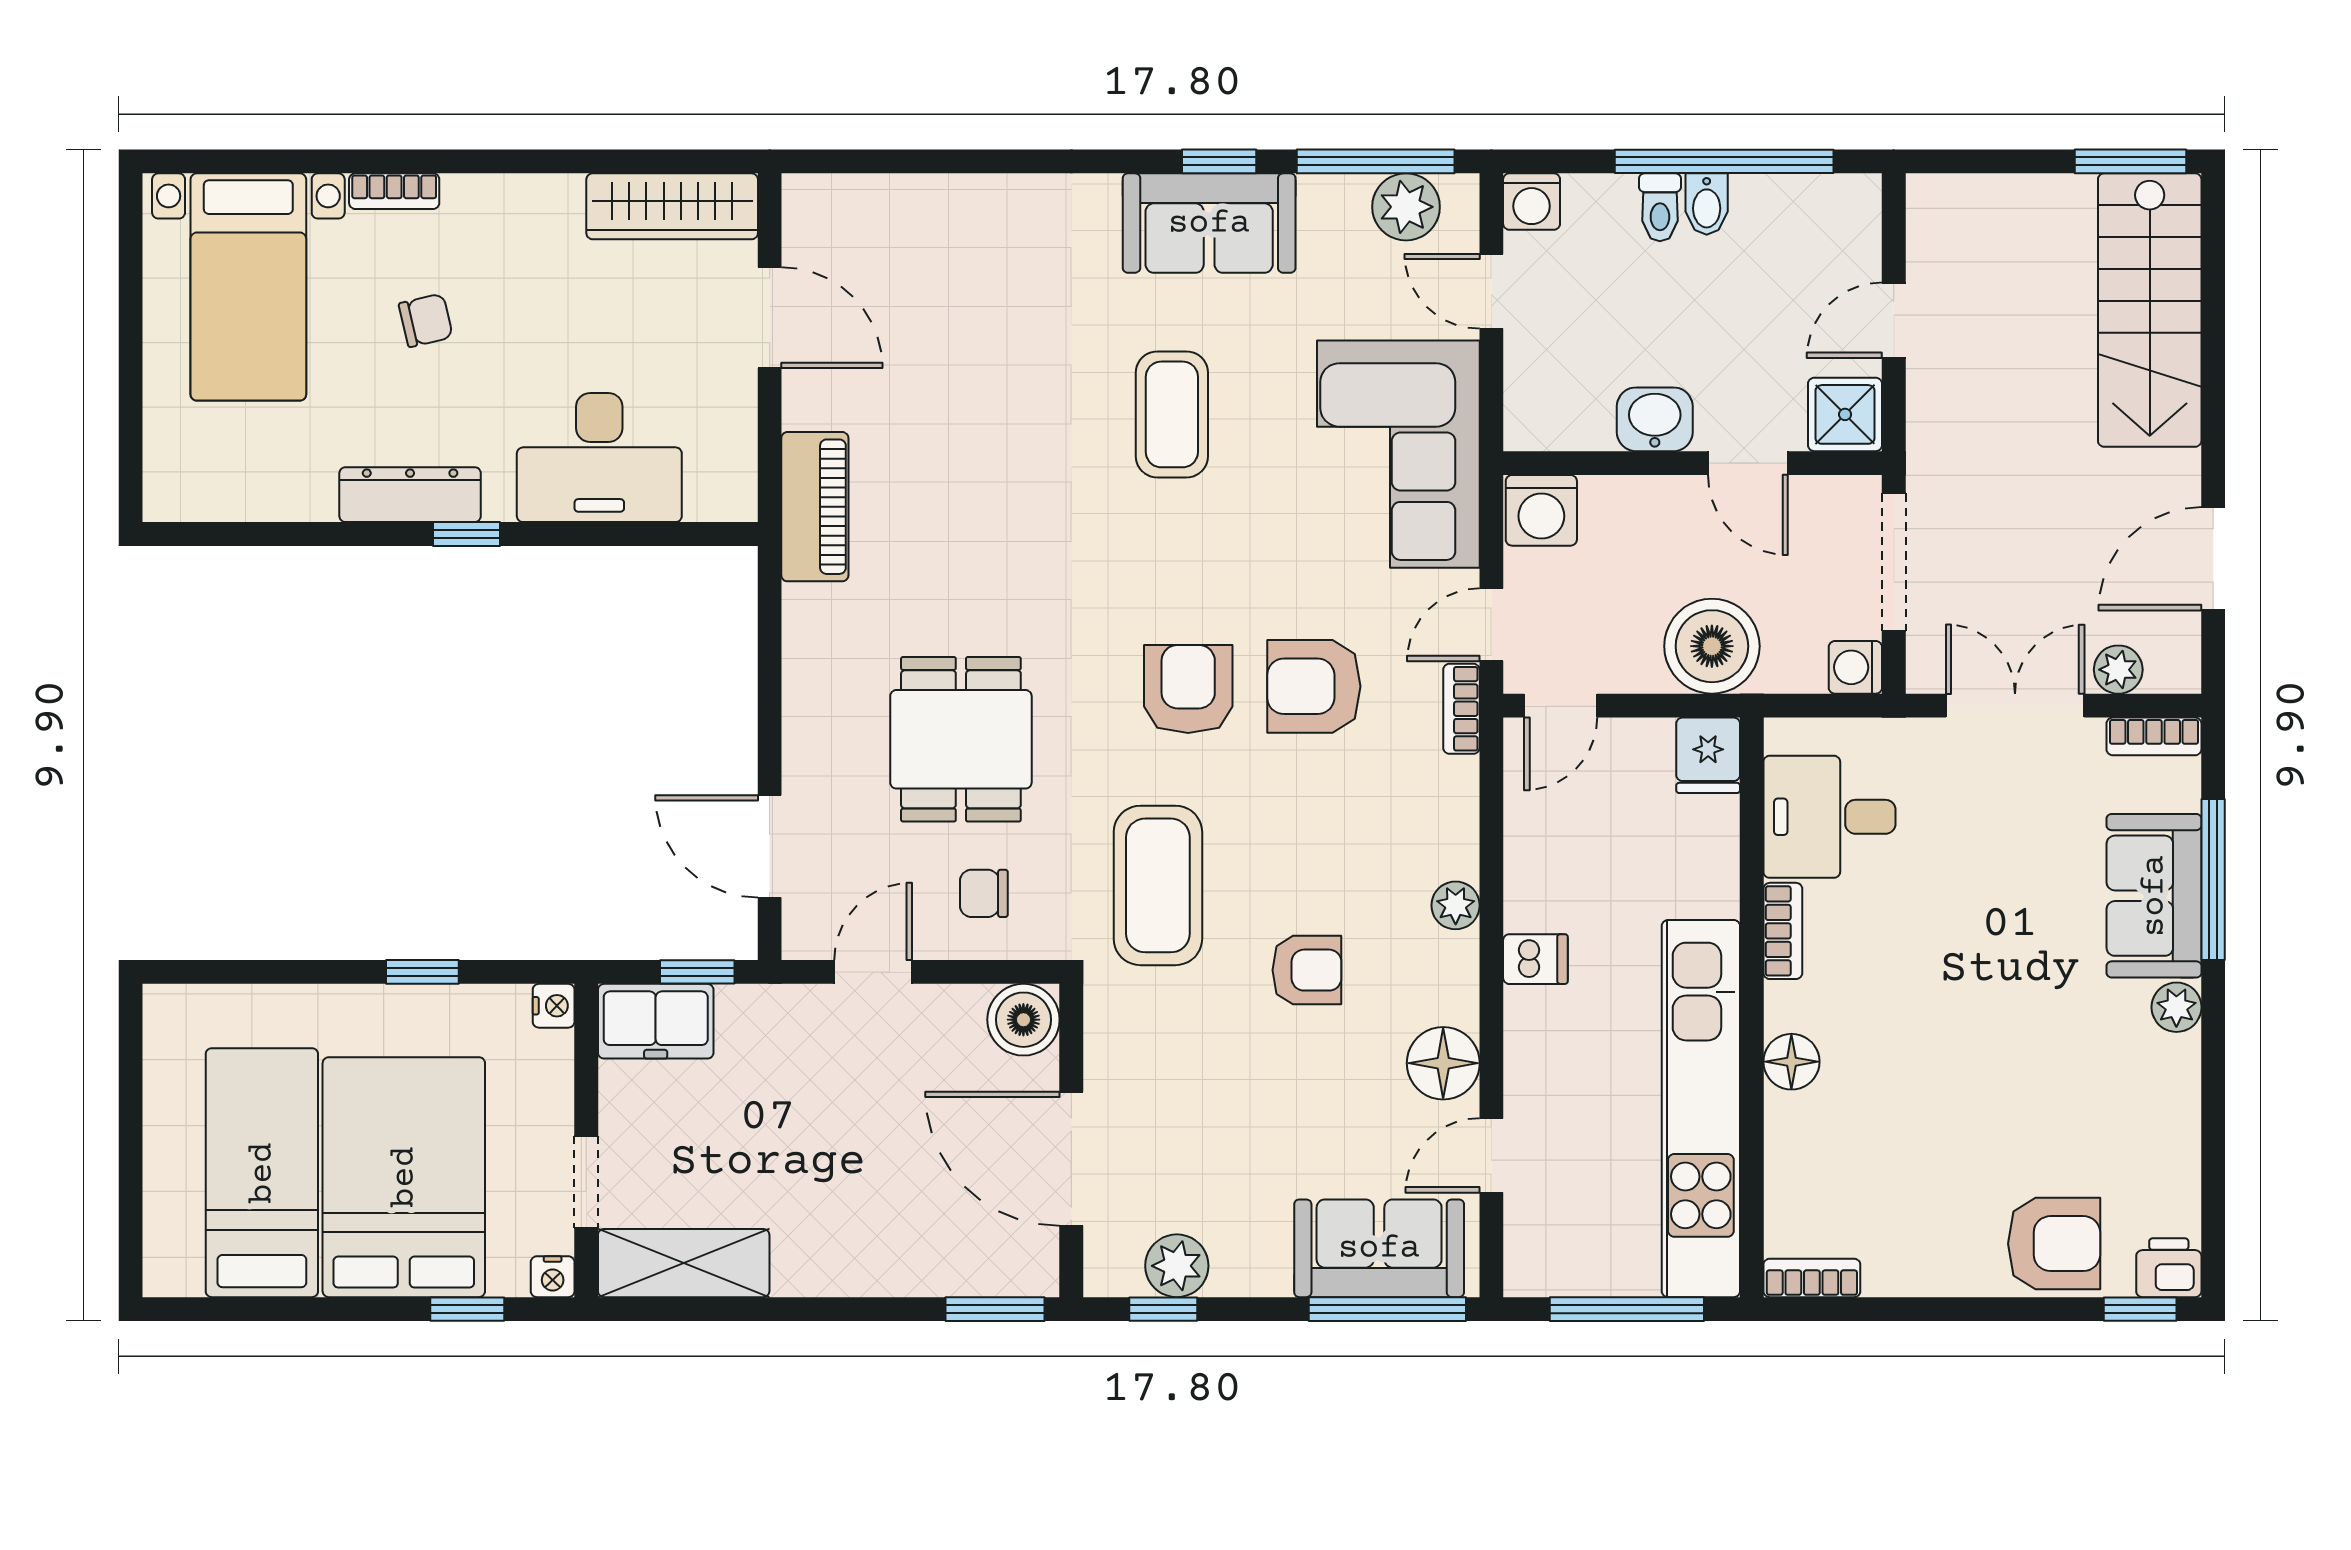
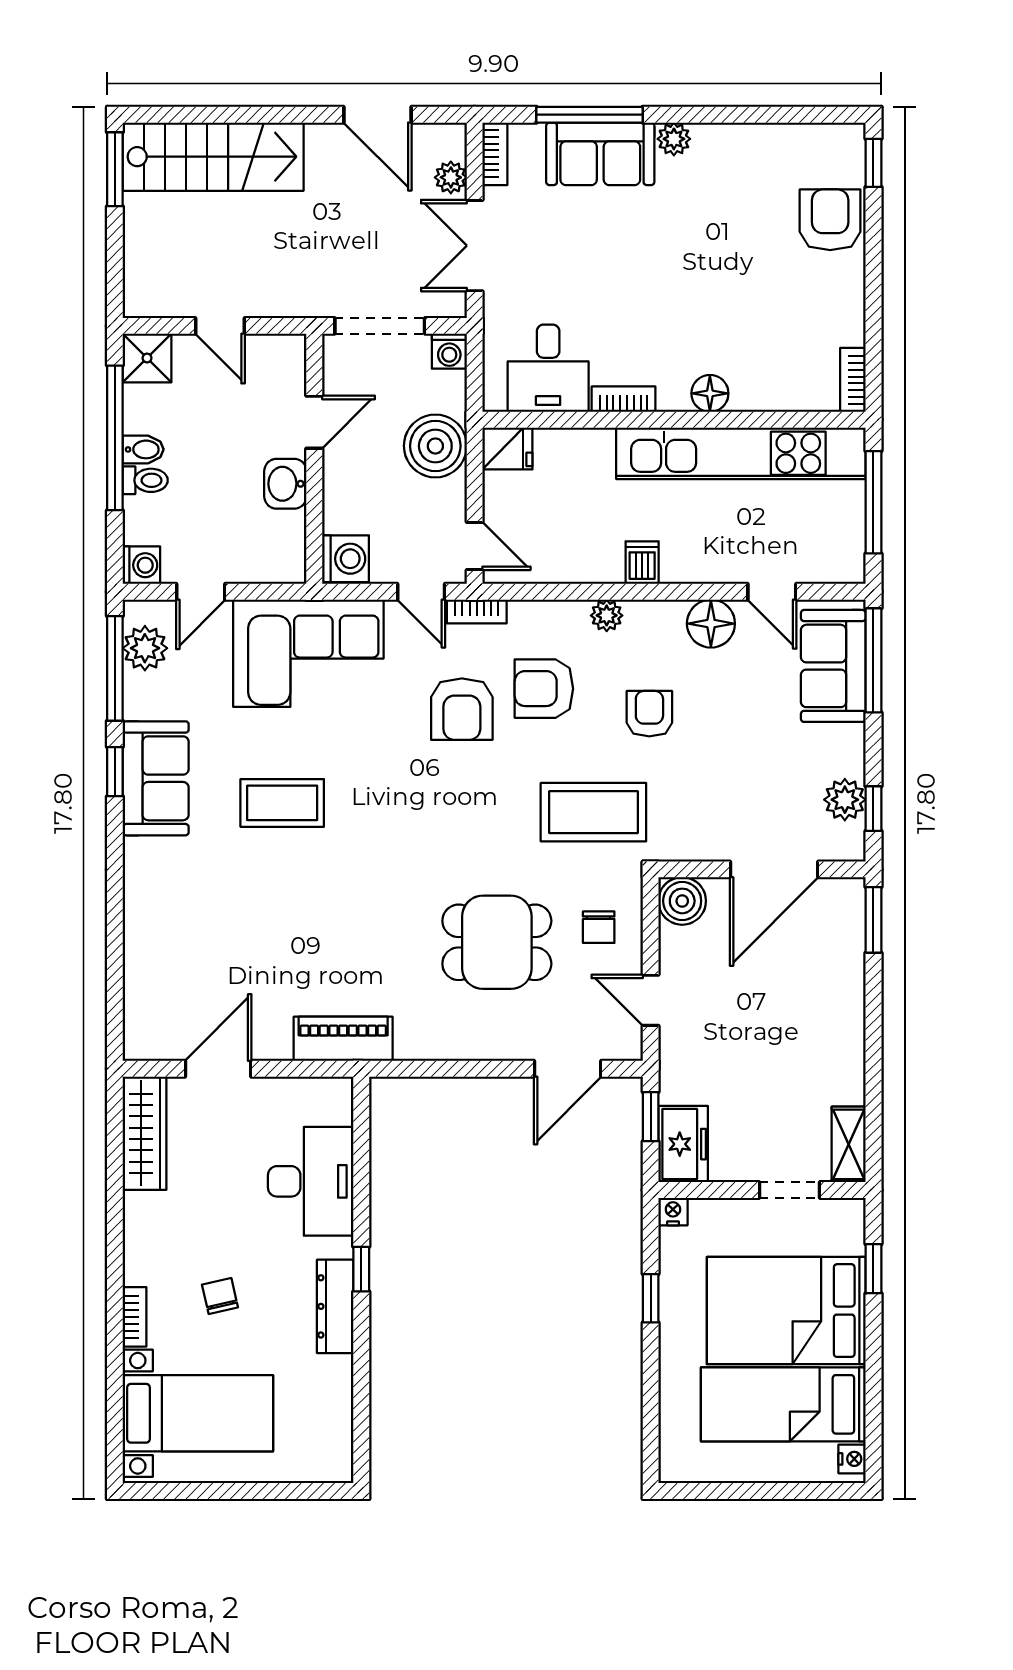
shower: (1845, 414) -> (147, 358), moved
armchair: (1188, 689) -> (544, 689), moved
shelving: (684, 1263) -> (849, 1144), width x0.67, depth x0.75
printer: (2169, 1268) -> (846, 144), removed
nightstand: (553, 1277) -> (852, 1459), moved

